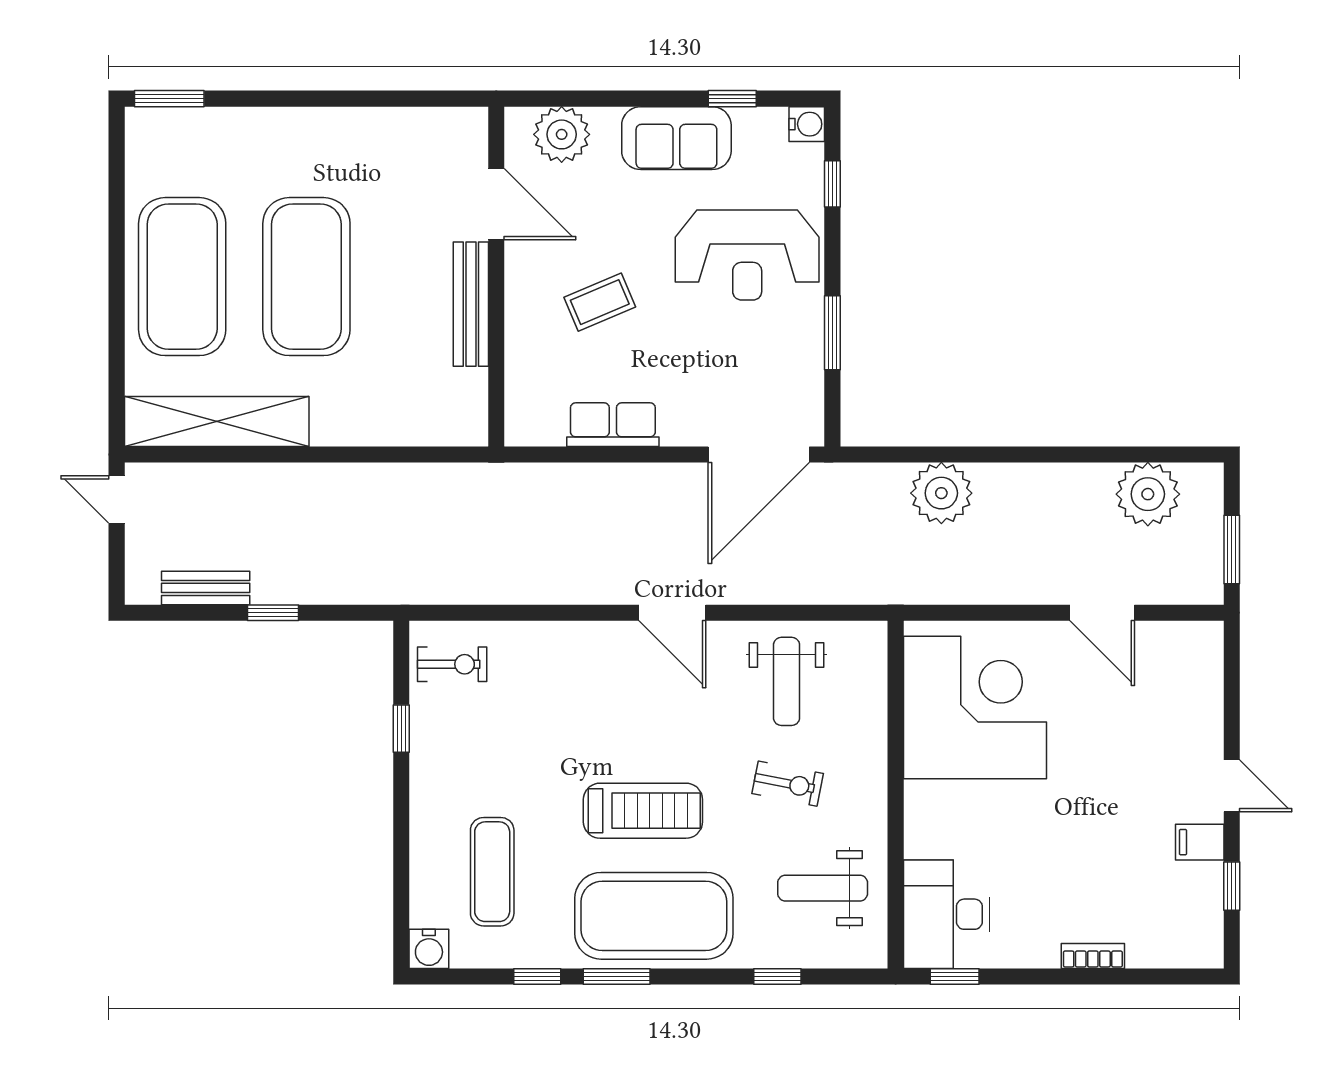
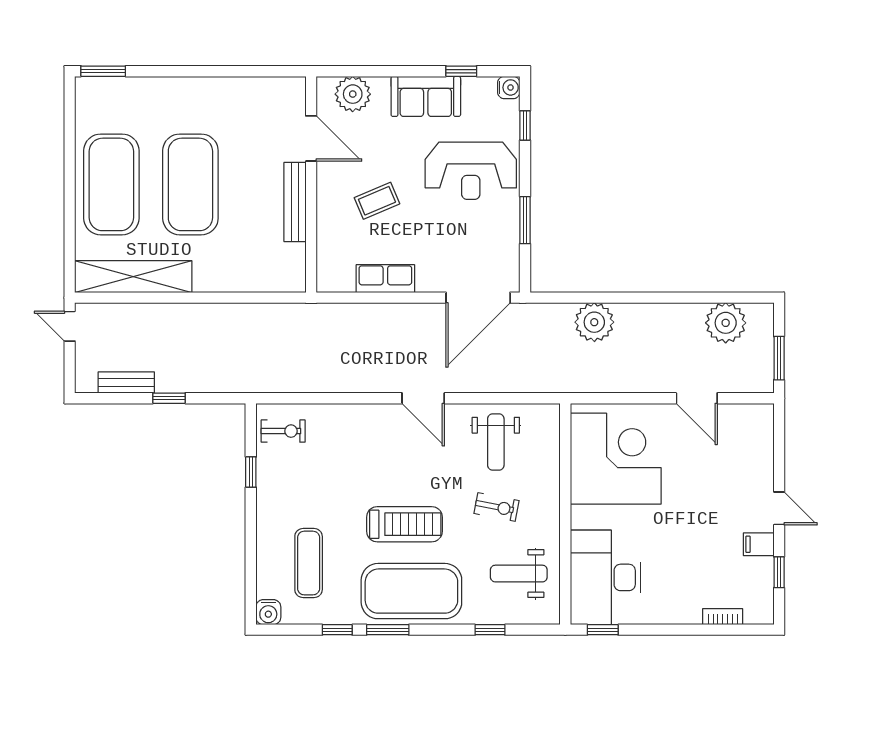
desk: (946, 914) -> (606, 577), width x1.36, depth x1.30
bookcase: (1093, 956) -> (723, 617), moved

